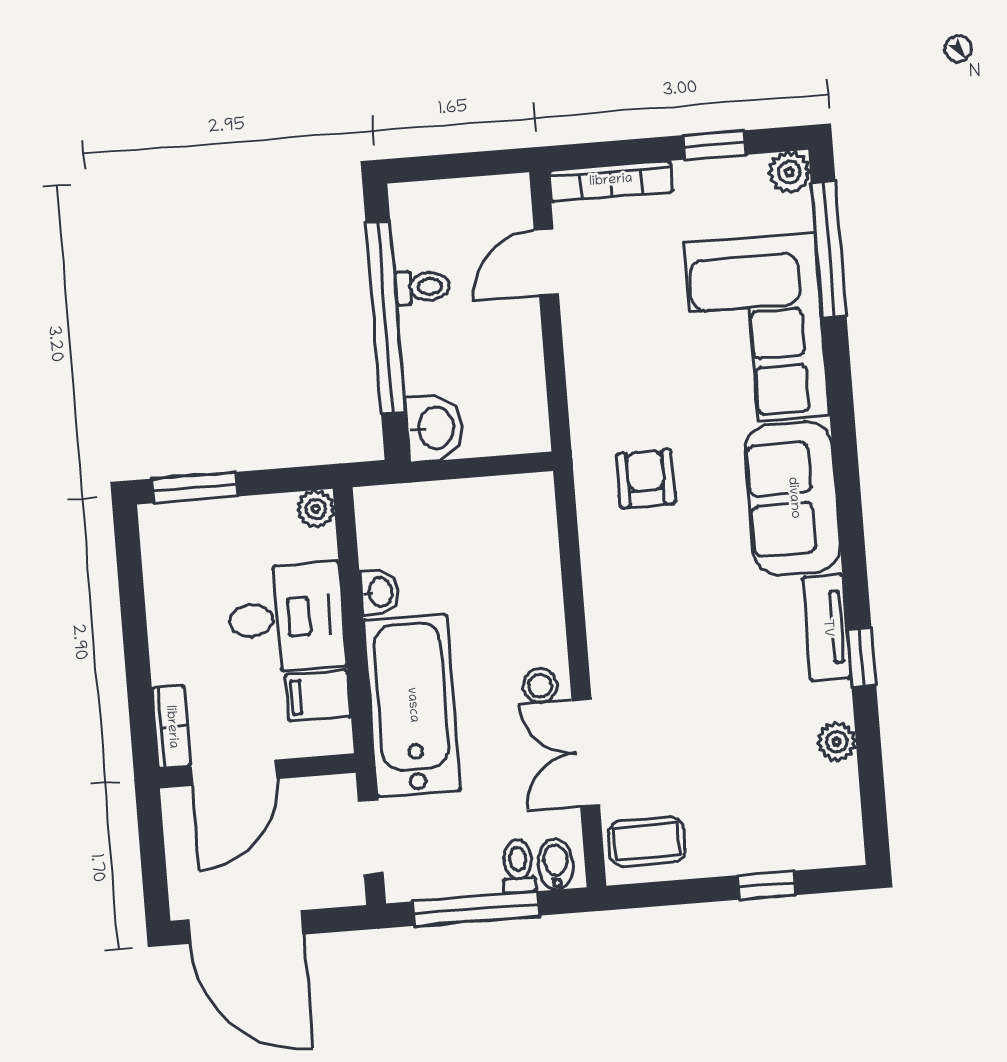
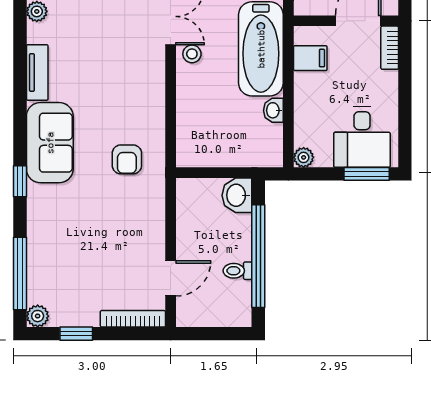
corner sofa: (757, 329) -> (62, 234), removed
desk: (286, 618) -> (362, 137), moved, turned -90
window: (862, 658) -> (20, 181), moved

